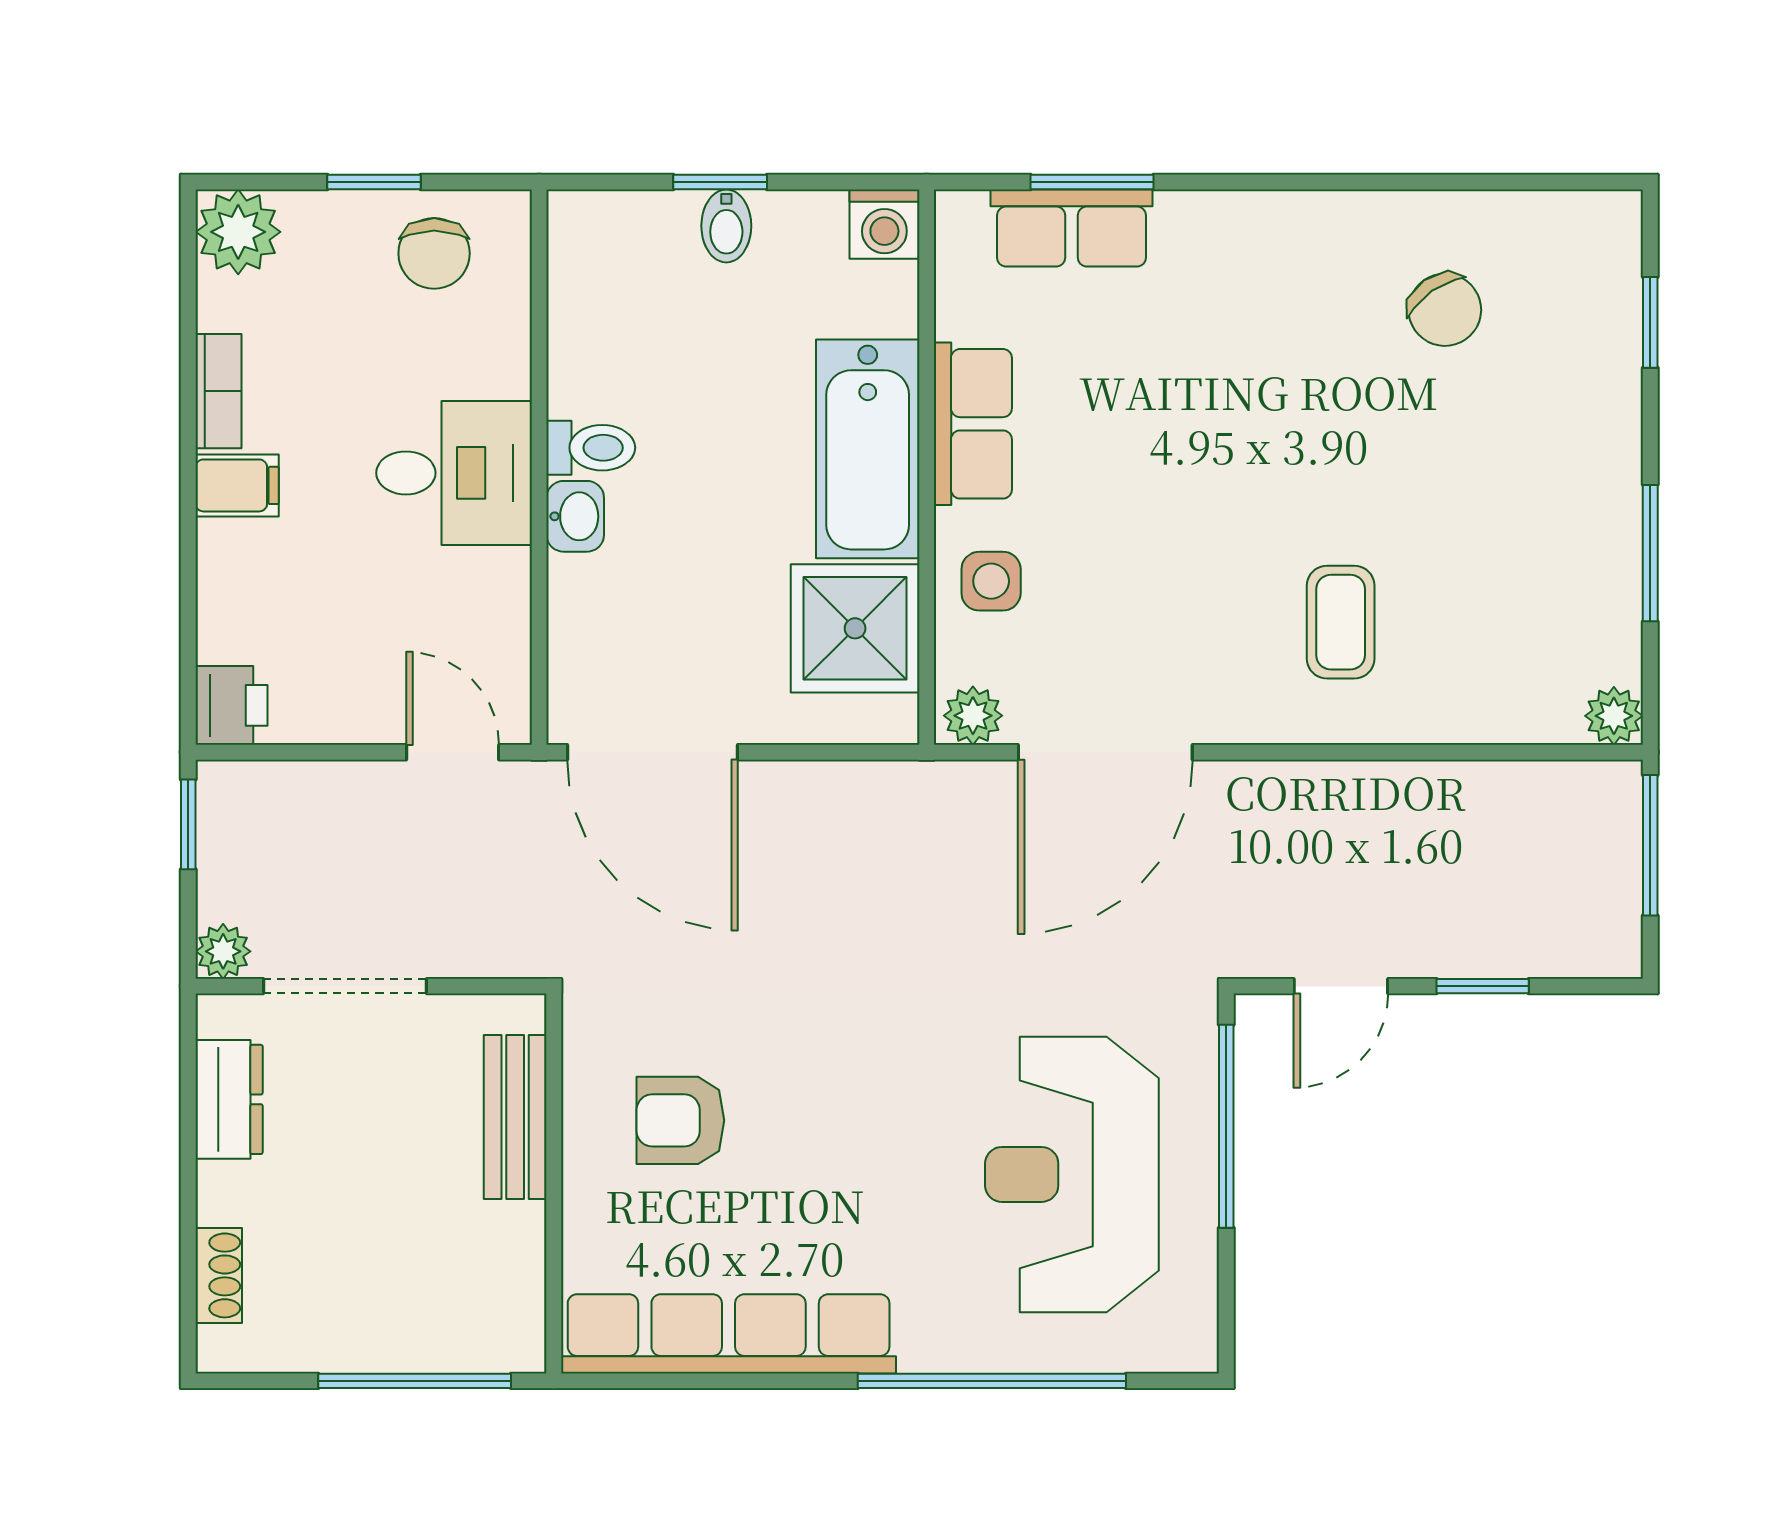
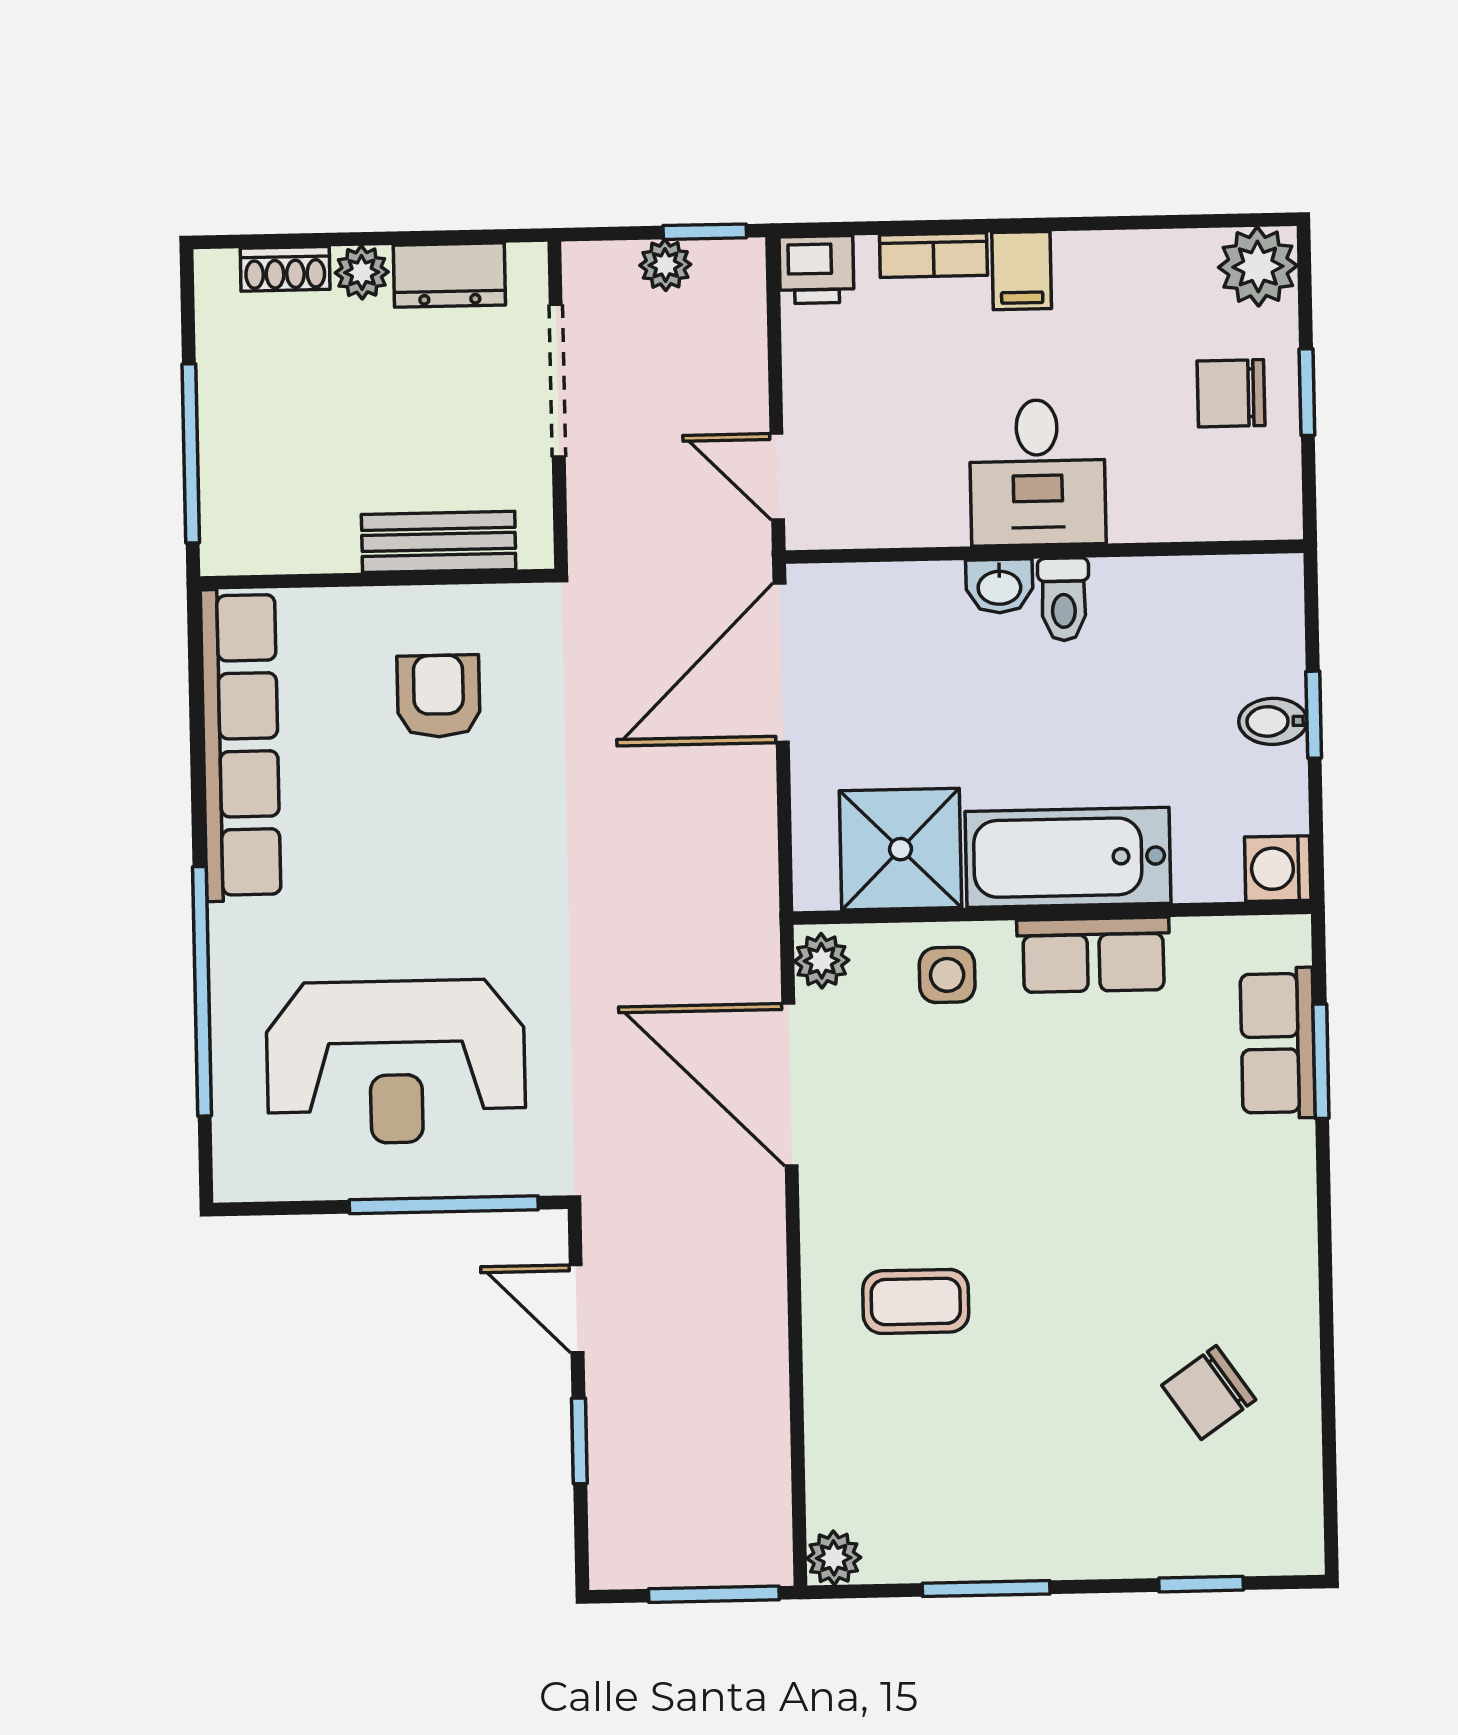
chair: (434, 253) -> (1231, 393), moved
bookcase: (219, 391) -> (933, 255), moved
door: (453, 752) -> (777, 477), swing flipped
plant: (223, 951) -> (665, 265), moved
reception desk: (1072, 1174) -> (396, 1062), turned 180
plant: (224, 1193) -> (362, 272), added

